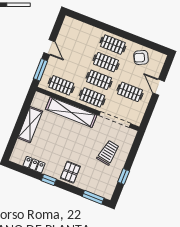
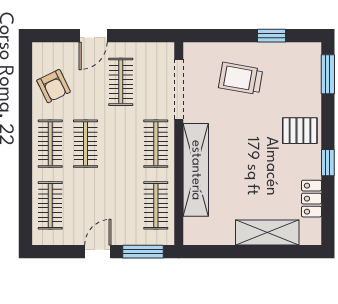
clothes rail: (99, 80) -> (50, 205), moved
shelving: (30, 125) -> (267, 233), moved

